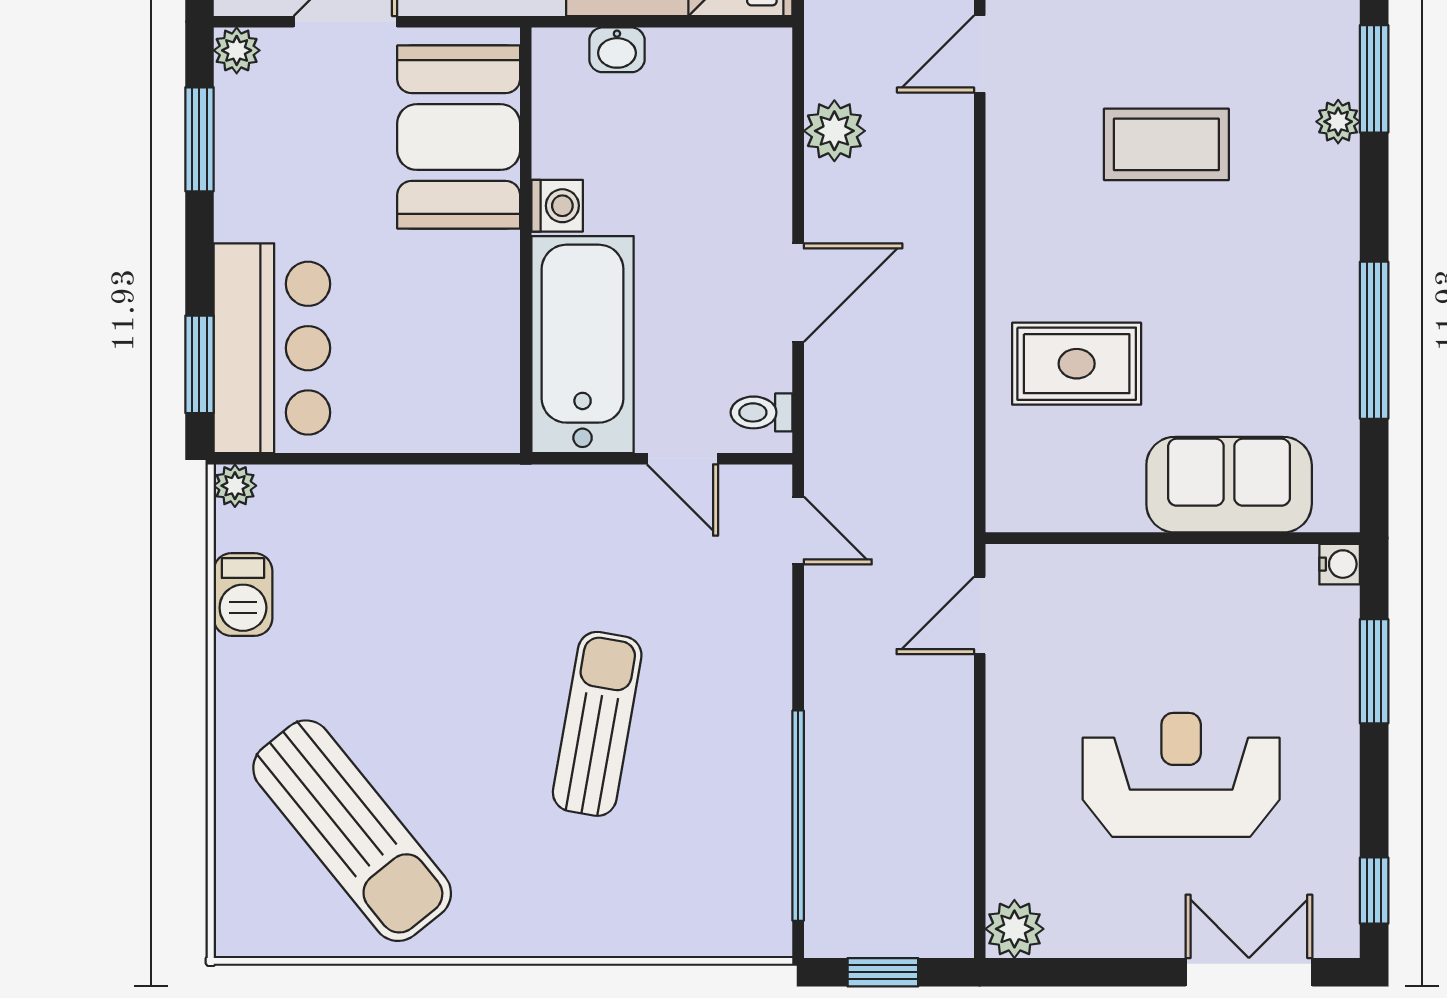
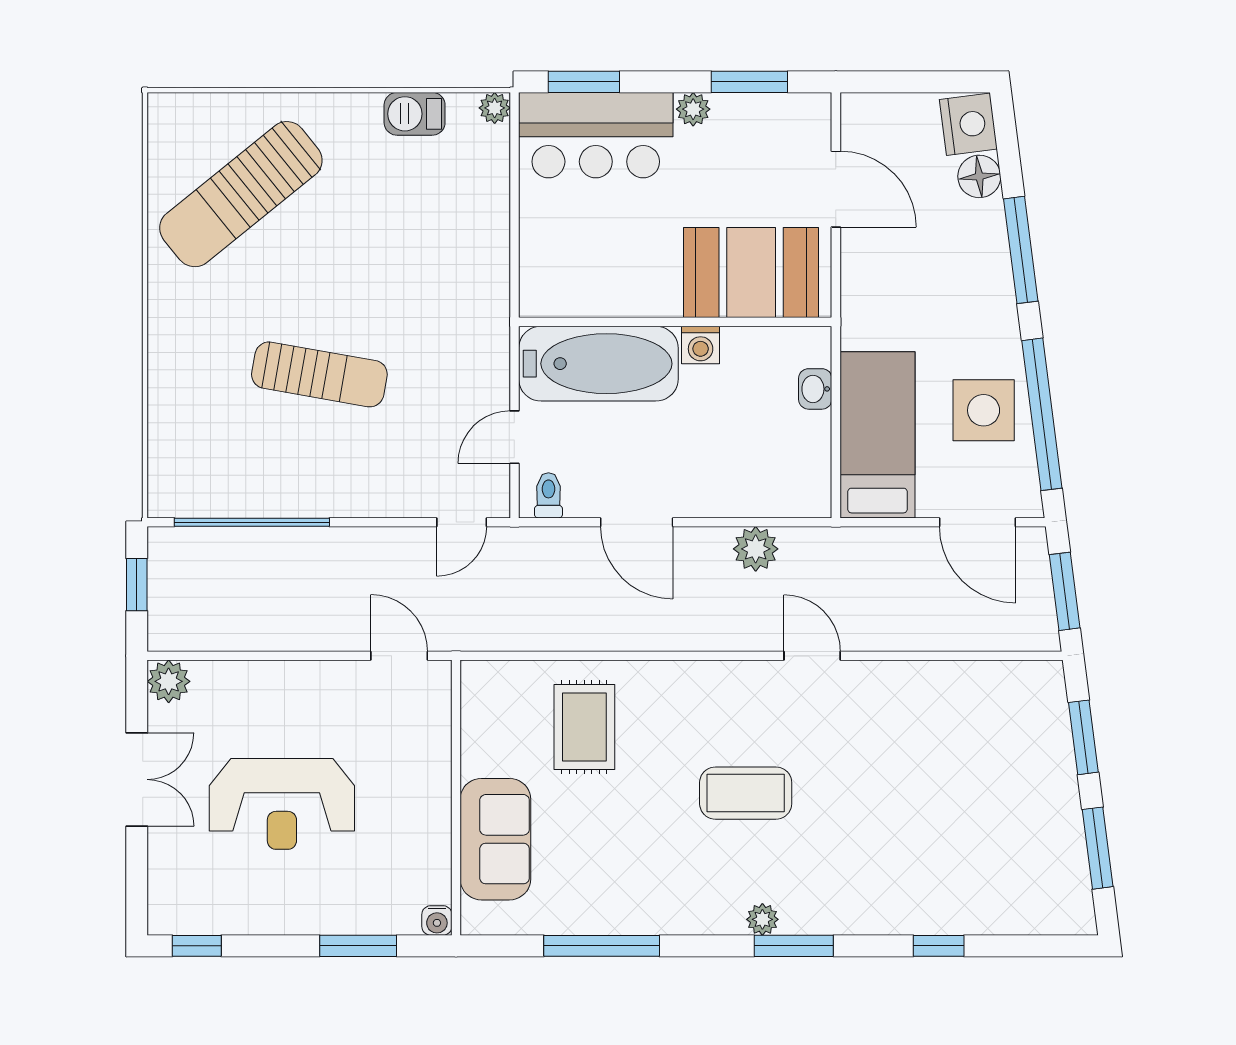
plant: (237, 50) -> (693, 109), moved
coffee table: (1166, 144) -> (746, 793), turned 90
reception desk: (1181, 775) -> (282, 804), turned 90
double door: (1249, 972) -> (137, 779), moved

